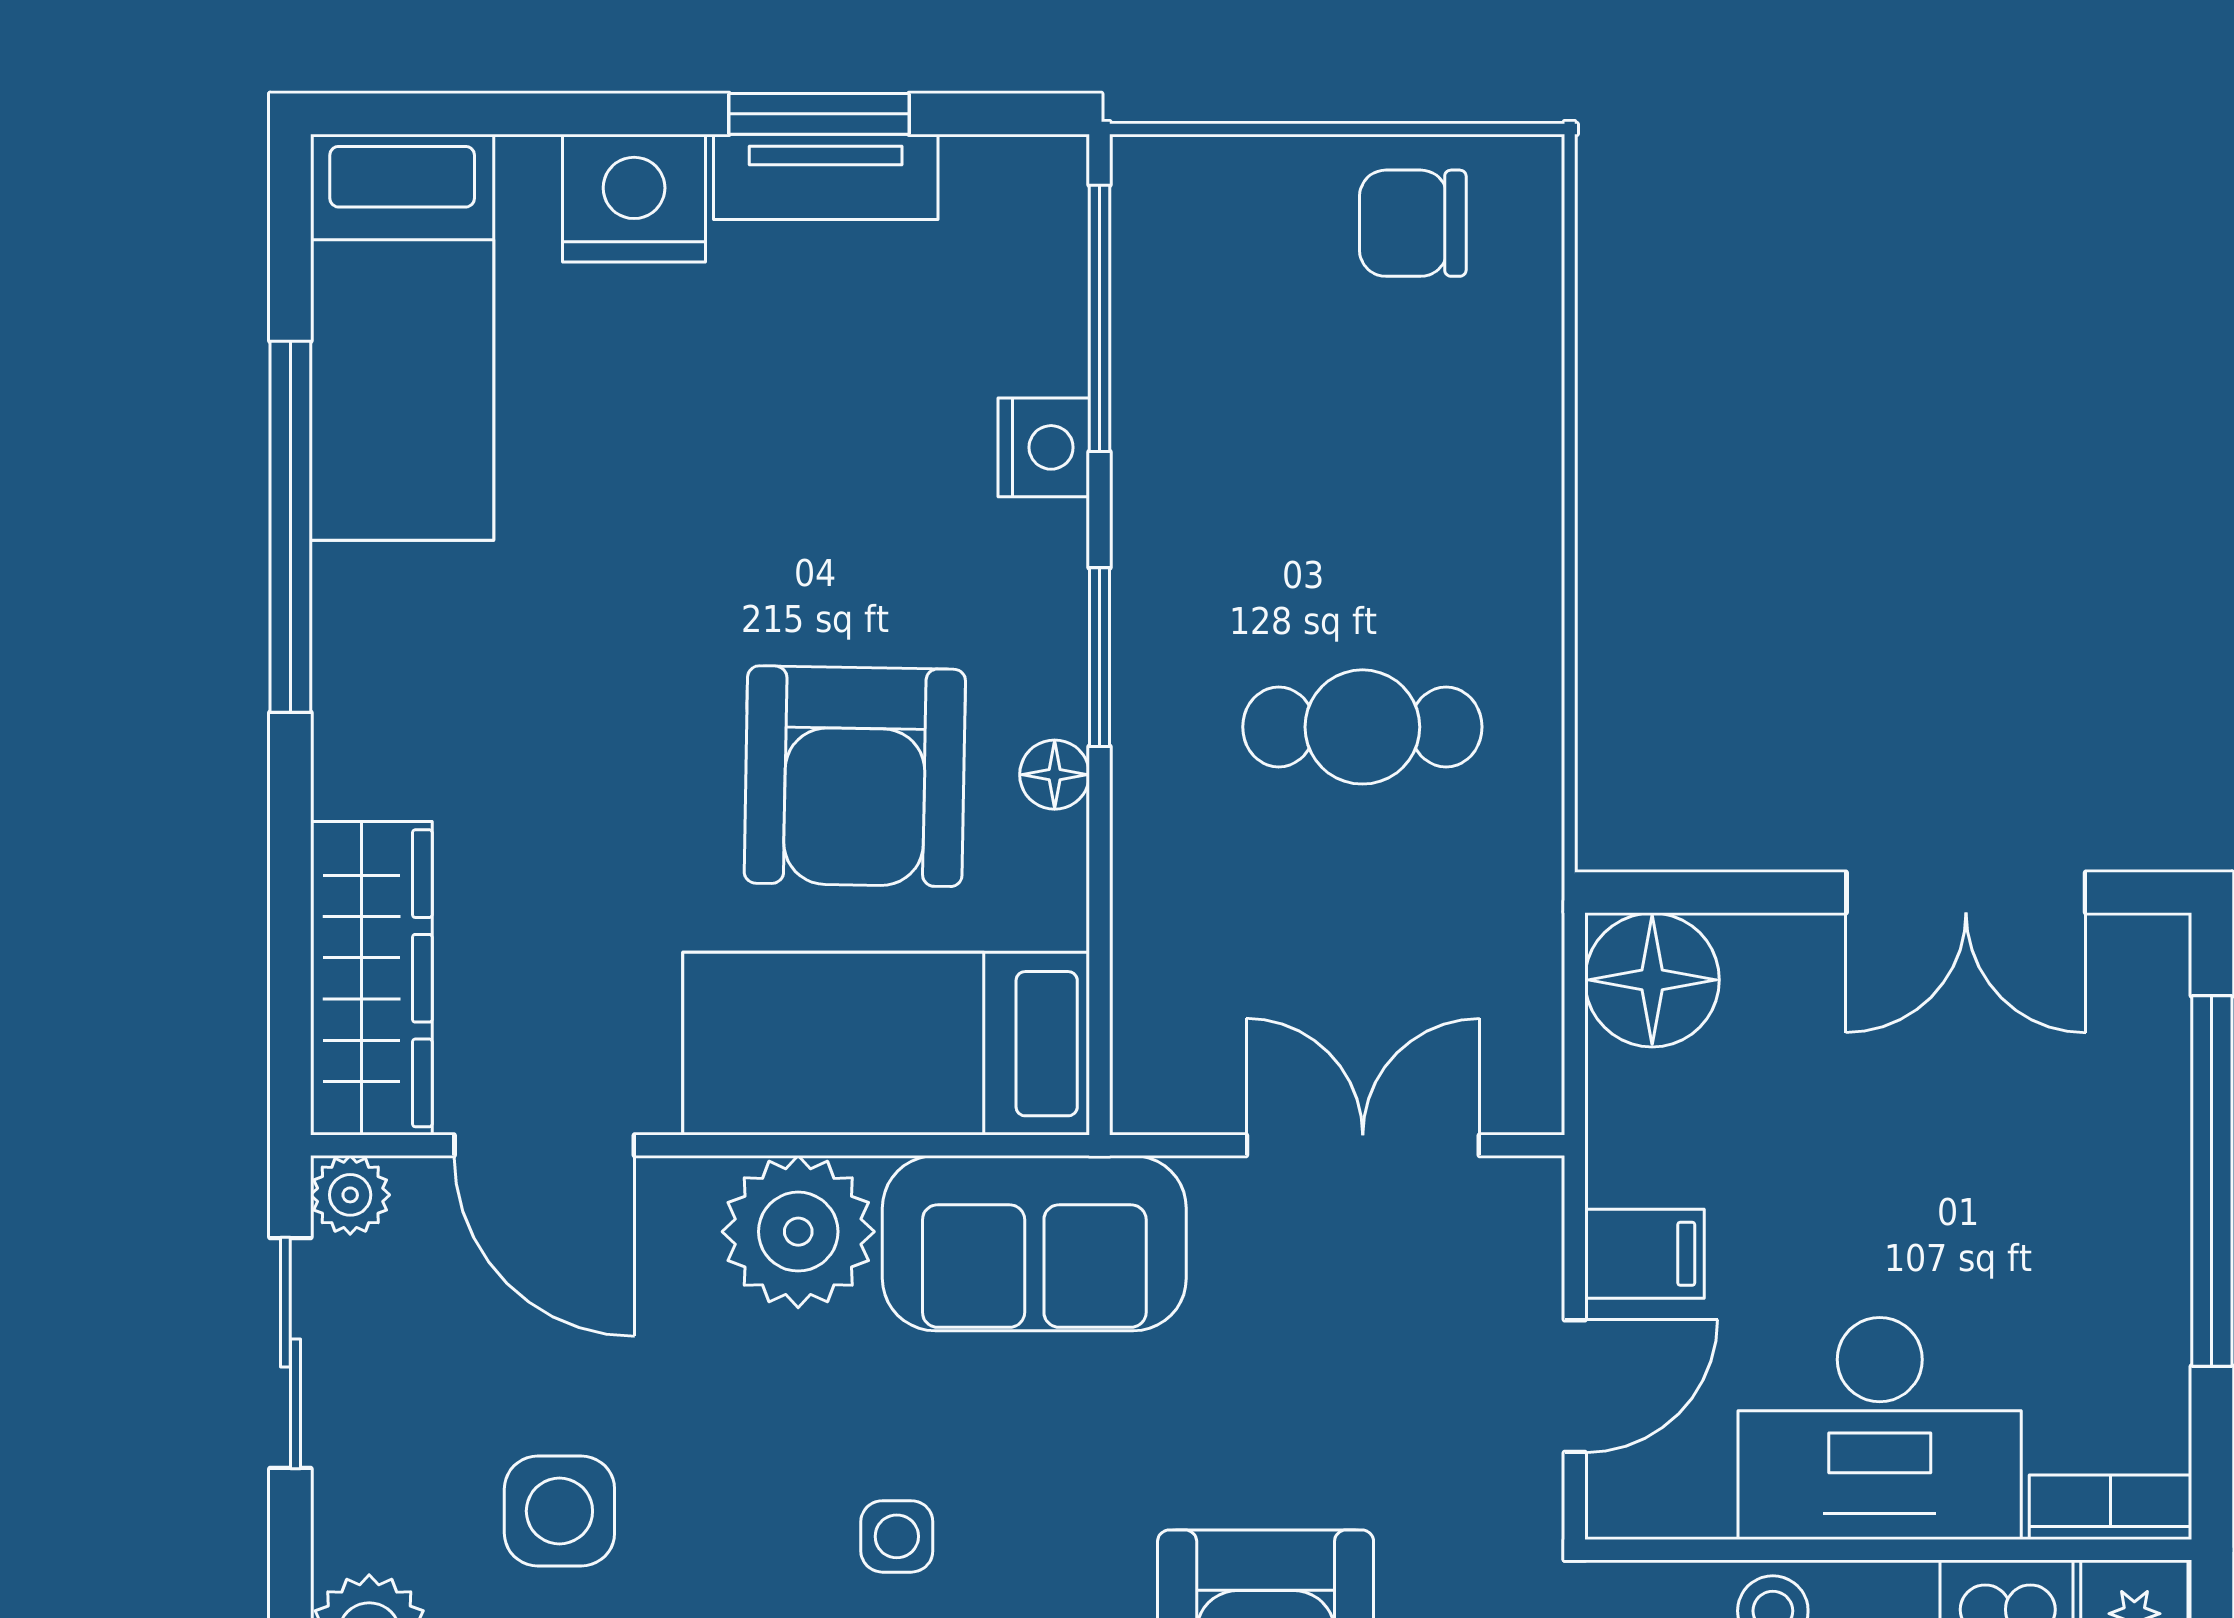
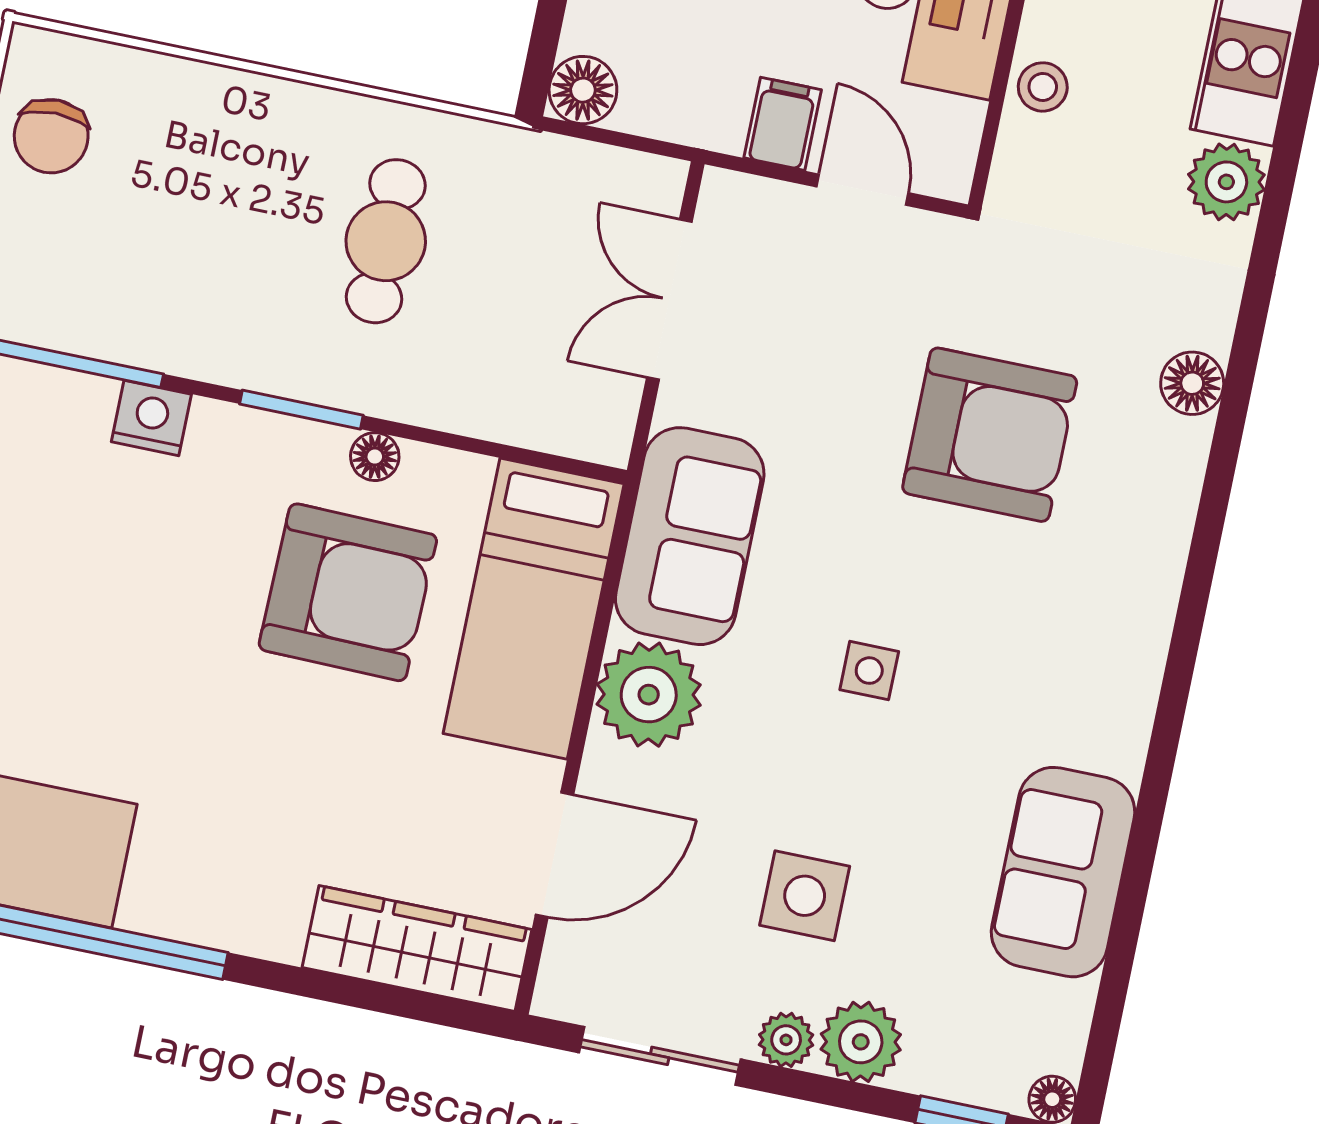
floor lamp: (1652, 980) -> (583, 90), width x0.73, depth x0.73
plant: (350, 1195) -> (786, 1040), moved

